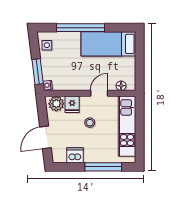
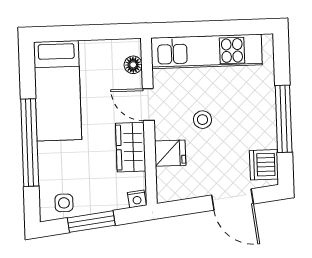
window: (38, 72) -> (91, 222), moved
wardrobe: (76, 83) -> (131, 147), added
plant: (56, 104) -> (170, 182), removed
dishwasher: (75, 155) -> (264, 165), moved
window: (103, 167) -> (284, 119), moved

